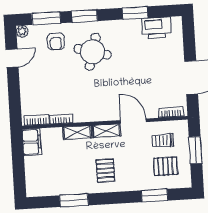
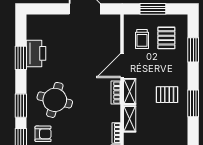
printer: (156, 28) -> (36, 53), moved
bookcase: (171, 112) -> (116, 93), moved
window: (74, 200) -> (193, 103), moved

